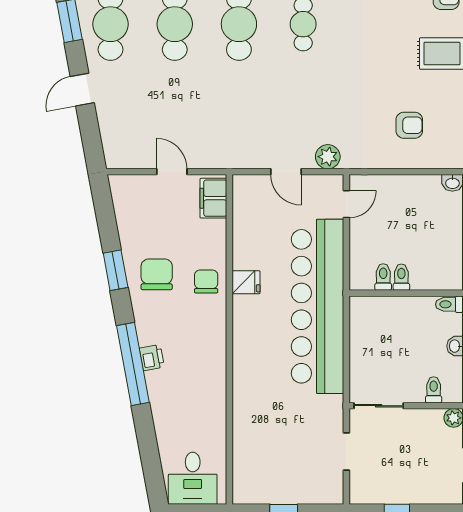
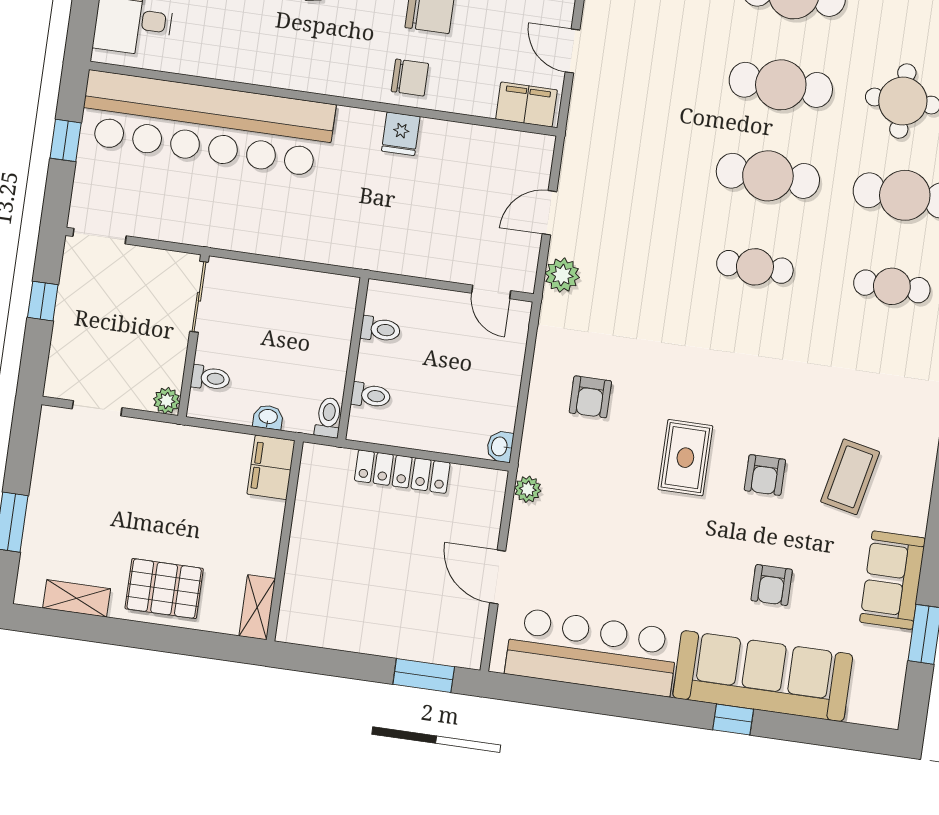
door: (172, 172) -> (572, 51), swing flipped
toilet: (401, 277) -> (371, 395), moved
bar counter: (318, 306) -> (207, 124), moved, turned 180
doorway: (346, 451) -> (99, 236), moved

